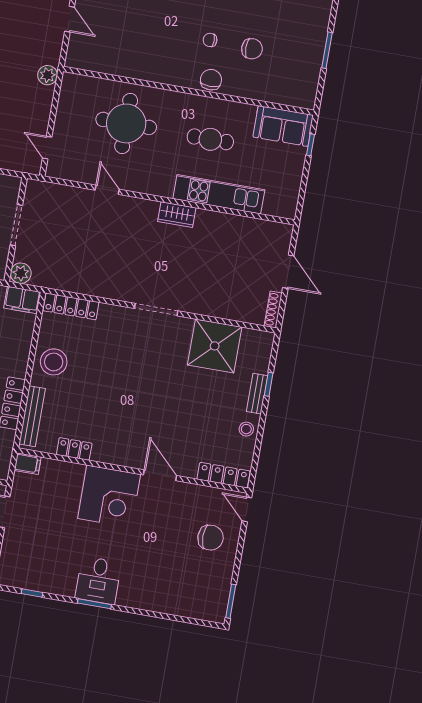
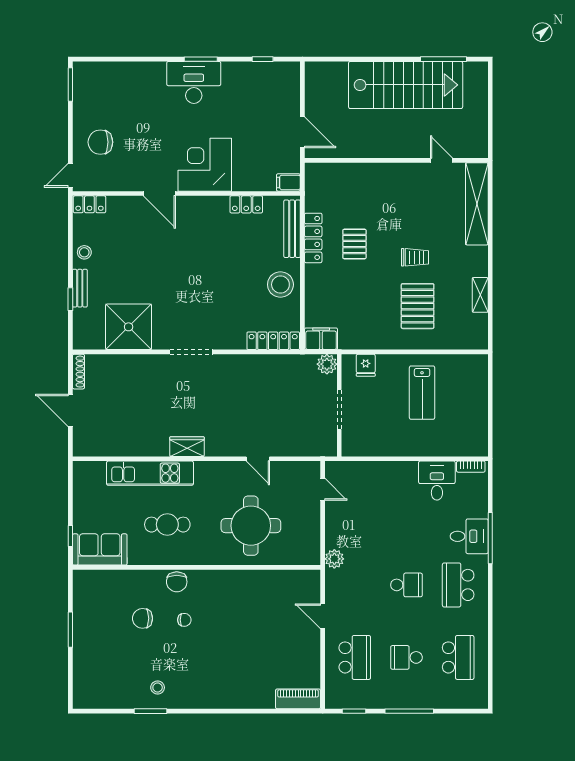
locker: (224, 475) -> (89, 204), width x0.66
door: (247, 509) -> (70, 175), swing flipped
desk: (98, 580) -> (194, 82), width x1.37

